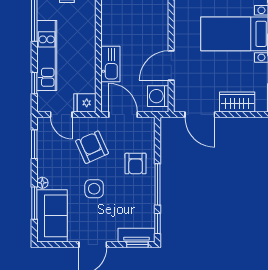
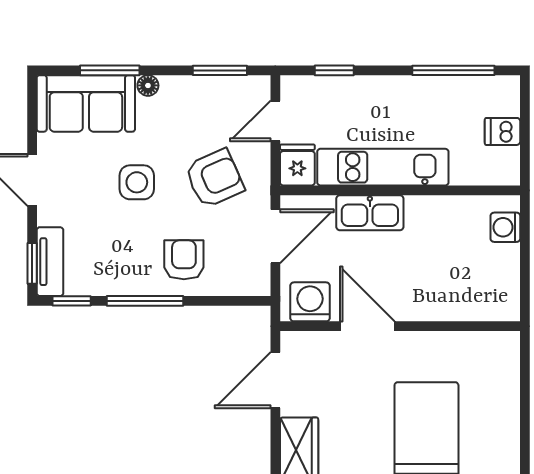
kitchen unit: (47, 56) -> (383, 167), moved, turned 180
armchair: (136, 164) -> (184, 260), turned 90

